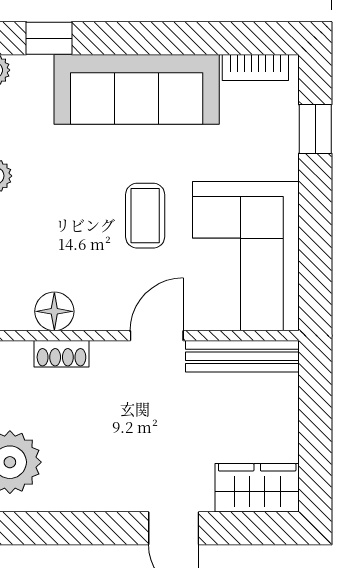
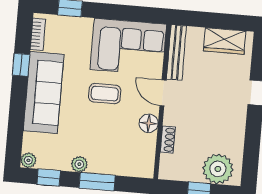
window: (49, 38) -> (21, 65), moved
floor lamp: (54, 311) -> (149, 123), moved
wardrobe: (257, 488) -> (225, 41), moved, turned -90

